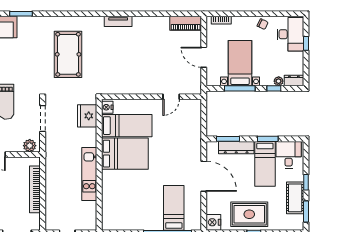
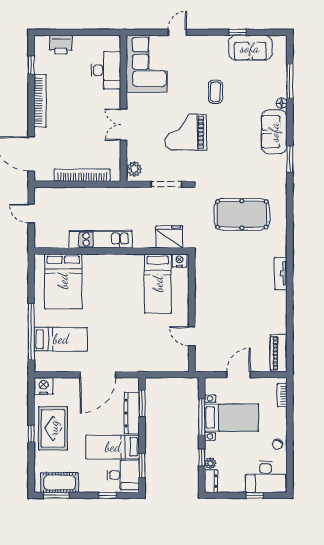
window: (268, 139) -> (142, 466), moved
bed: (125, 154) -> (63, 281), moved
window: (306, 182) -> (108, 495), moved
cot: (295, 198) -> (60, 483), moved

